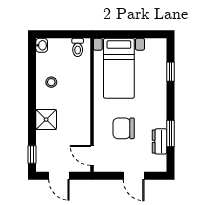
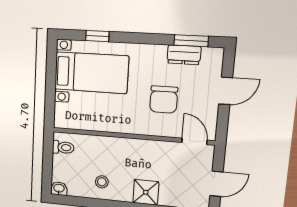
bed with nightstands: (119, 68) -> (91, 73), moved
window: (170, 133) -> (191, 41), moved
door: (92, 155) -> (194, 141), swing flipped

